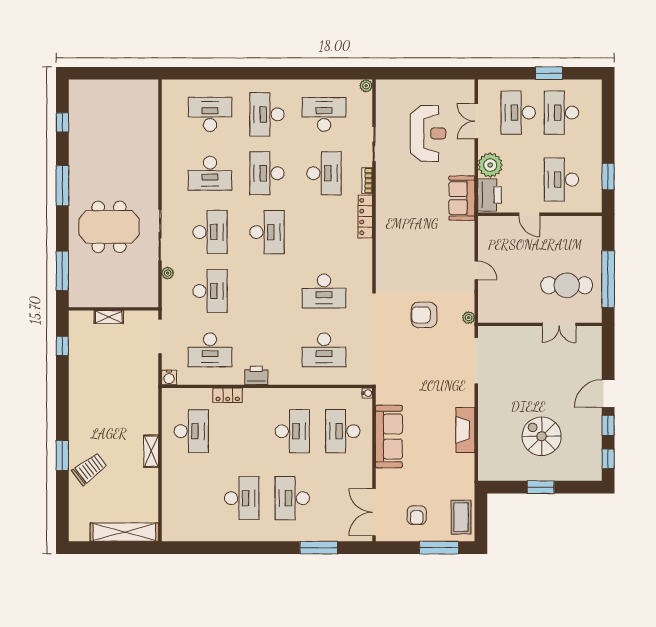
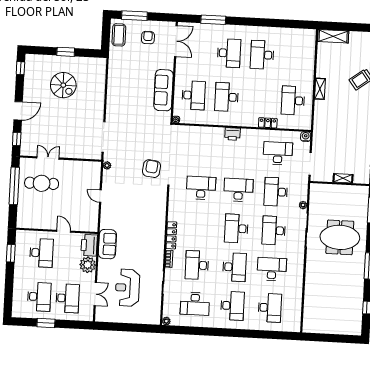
desk: (210, 114) -> (270, 308), turned -90
armchair: (424, 315) -> (151, 169), moved, turned -83
desk: (324, 350) -> (238, 190), moved
printer: (256, 375) -> (232, 134), moved
window: (608, 425) -> (17, 139), moved
fireplace: (465, 430) -> (113, 92), removed
shelving: (124, 532) -> (333, 36), width x0.68

